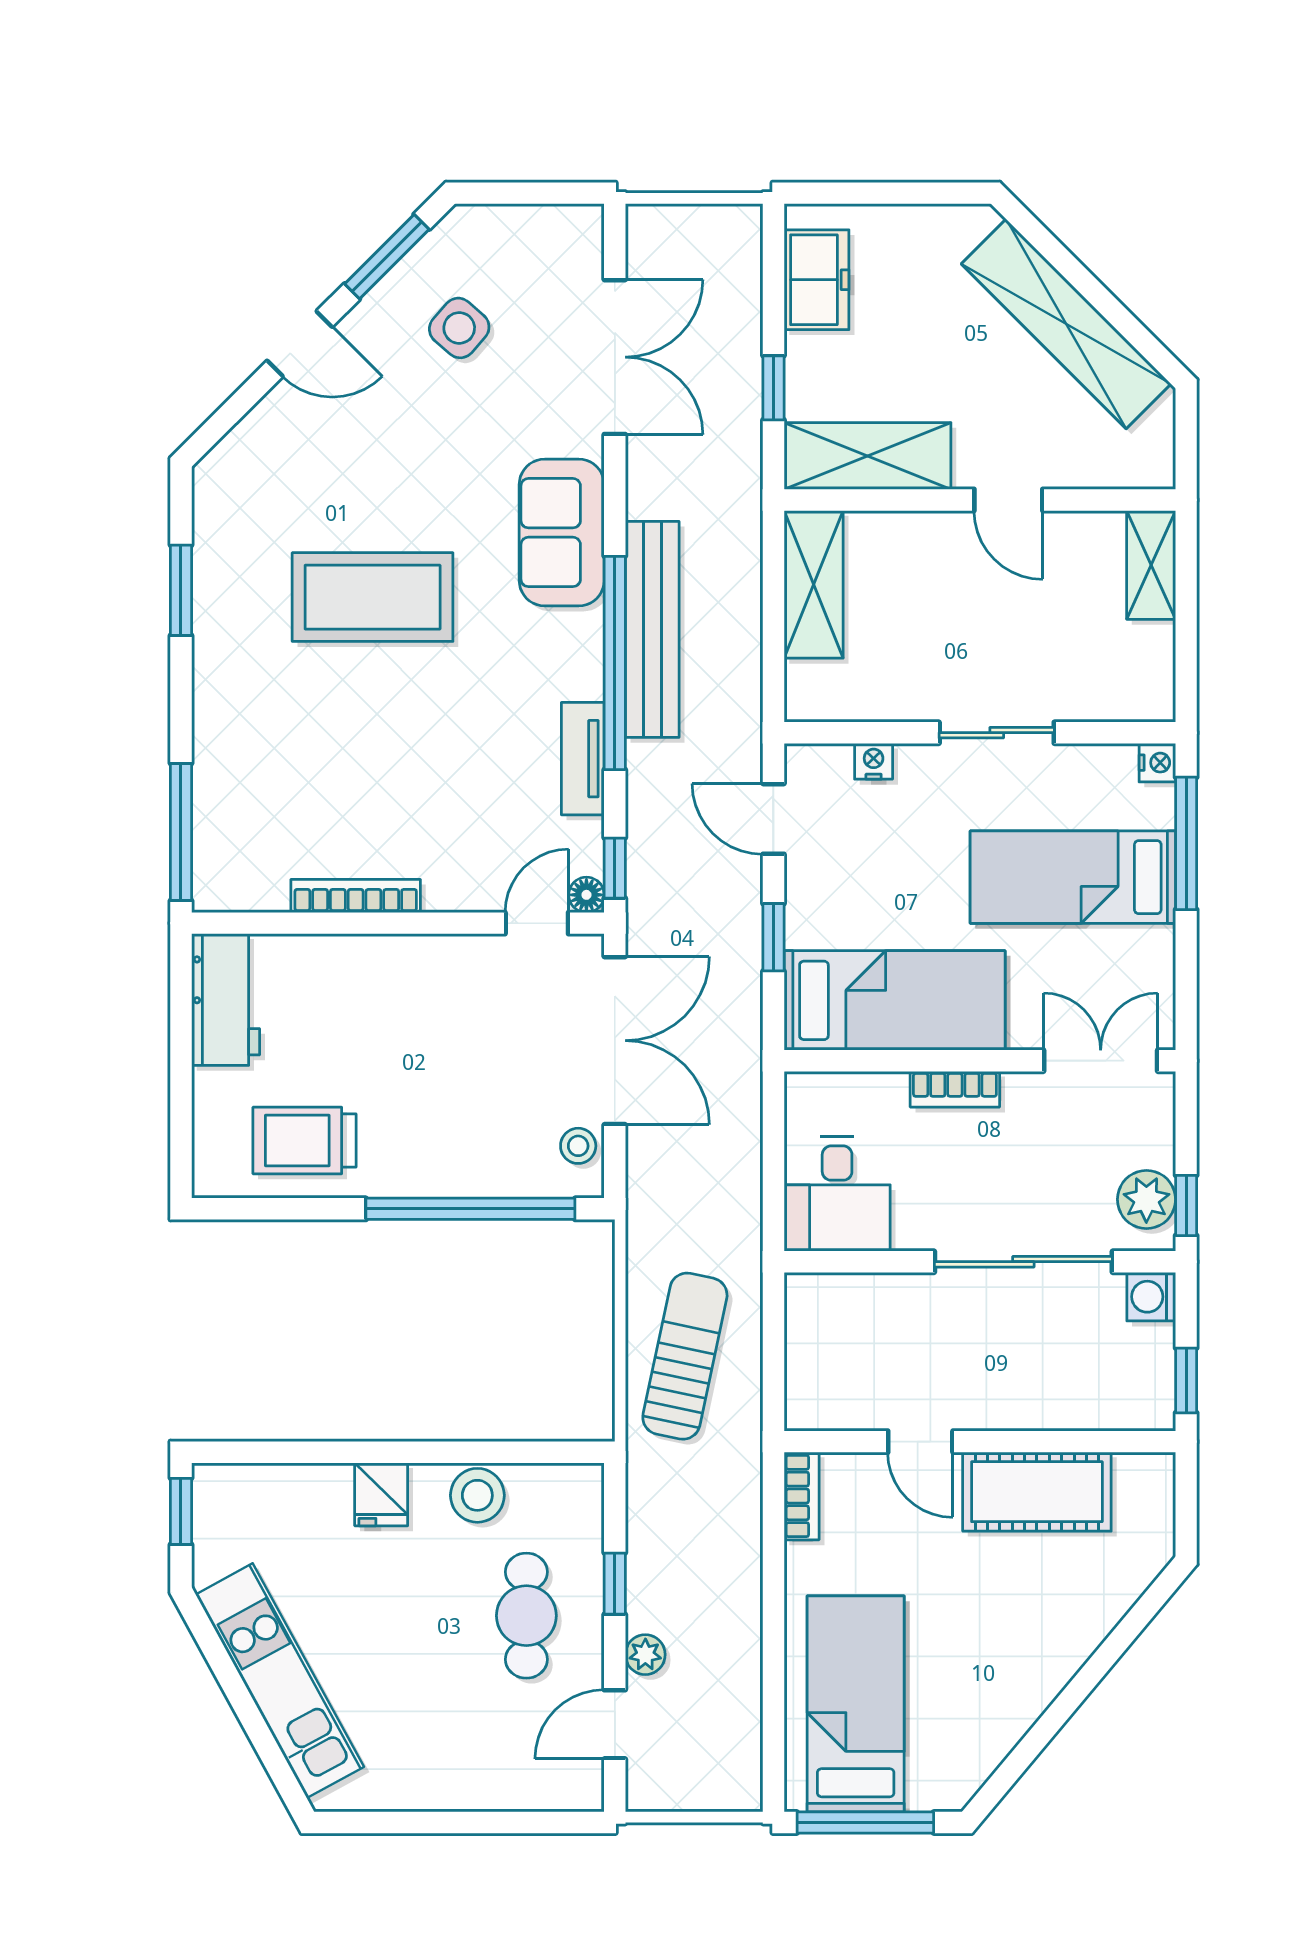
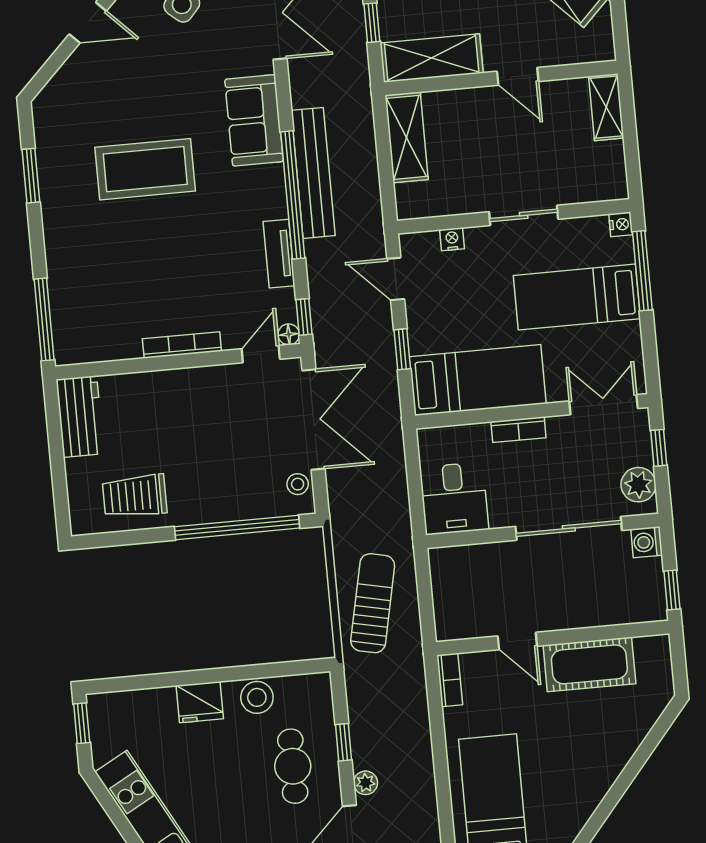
bookcase: (356, 896) -> (182, 345), moved
window: (1186, 1205) -> (659, 448), moved
fridge: (381, 1494) -> (200, 702), width x1.38

